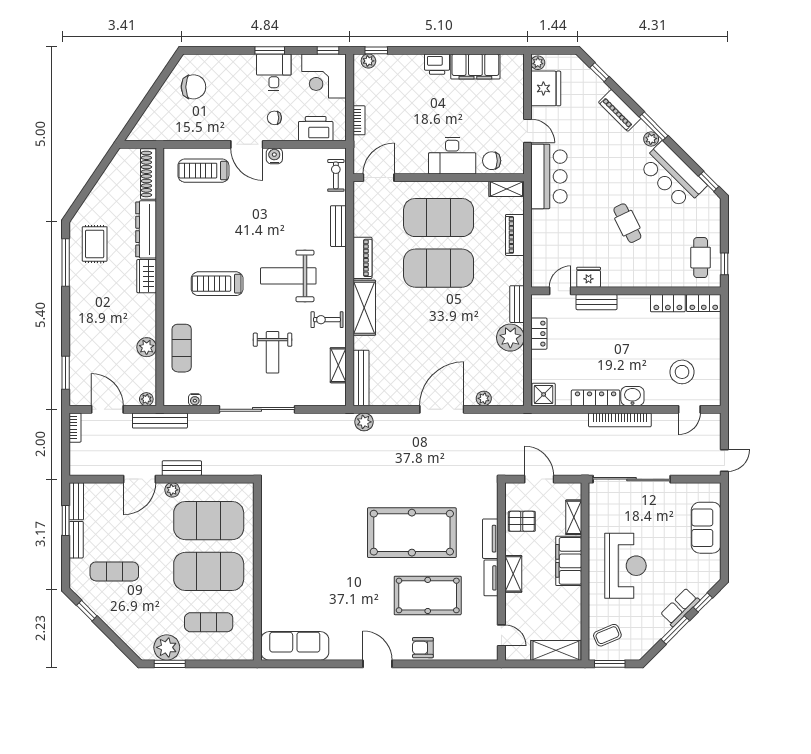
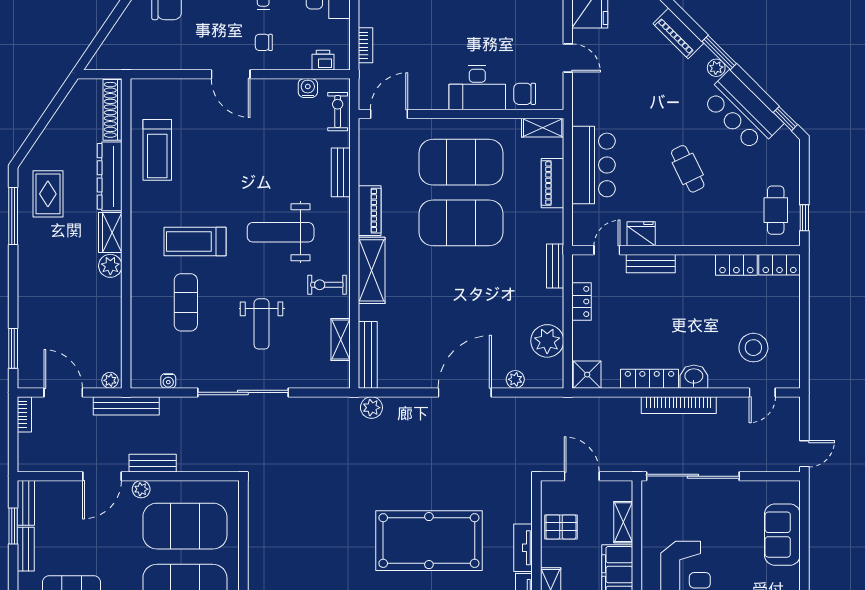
printer: (316, 129) -> (323, 60), width x0.53, depth x0.68
water cooler: (274, 156) -> (308, 88), moved
treadmill: (203, 171) -> (157, 150), moved, turned -90
bar counter: (549, 176) -> (594, 165), moved
plant: (510, 338) -> (547, 341), moved
plant: (147, 347) -> (110, 266), moved
exercise mat: (182, 348) -> (186, 302), moved

